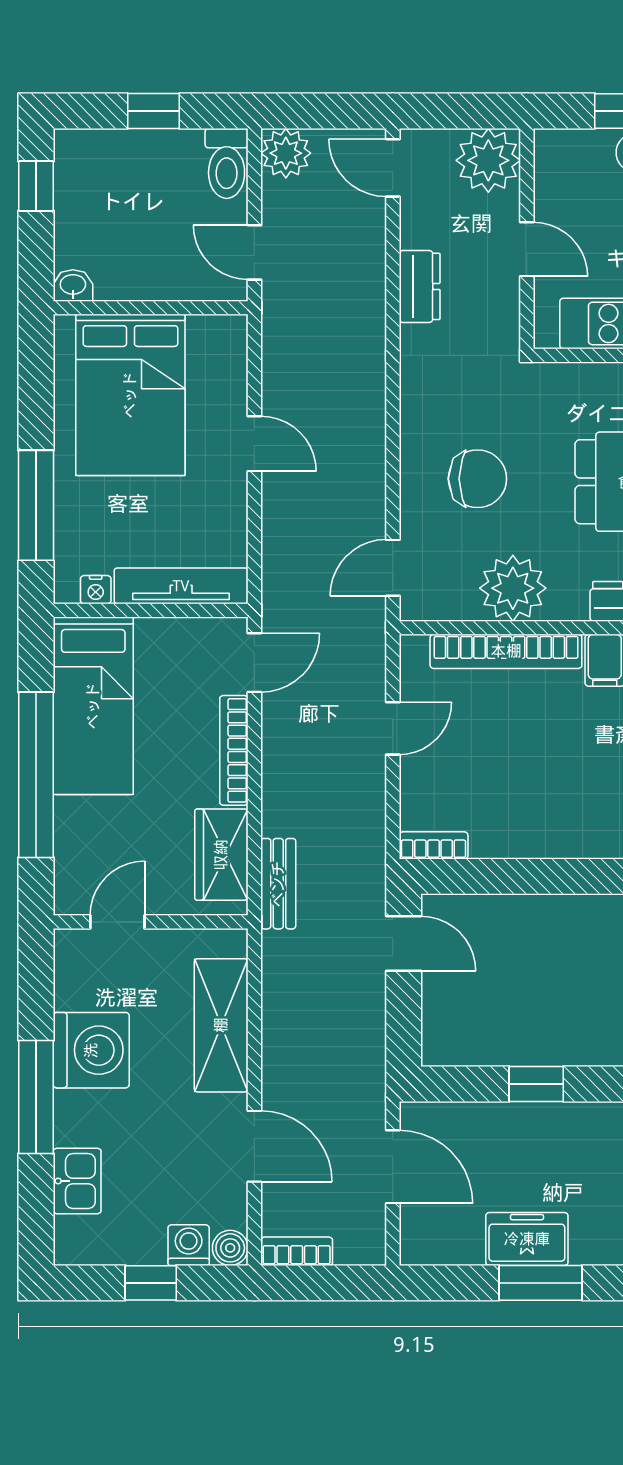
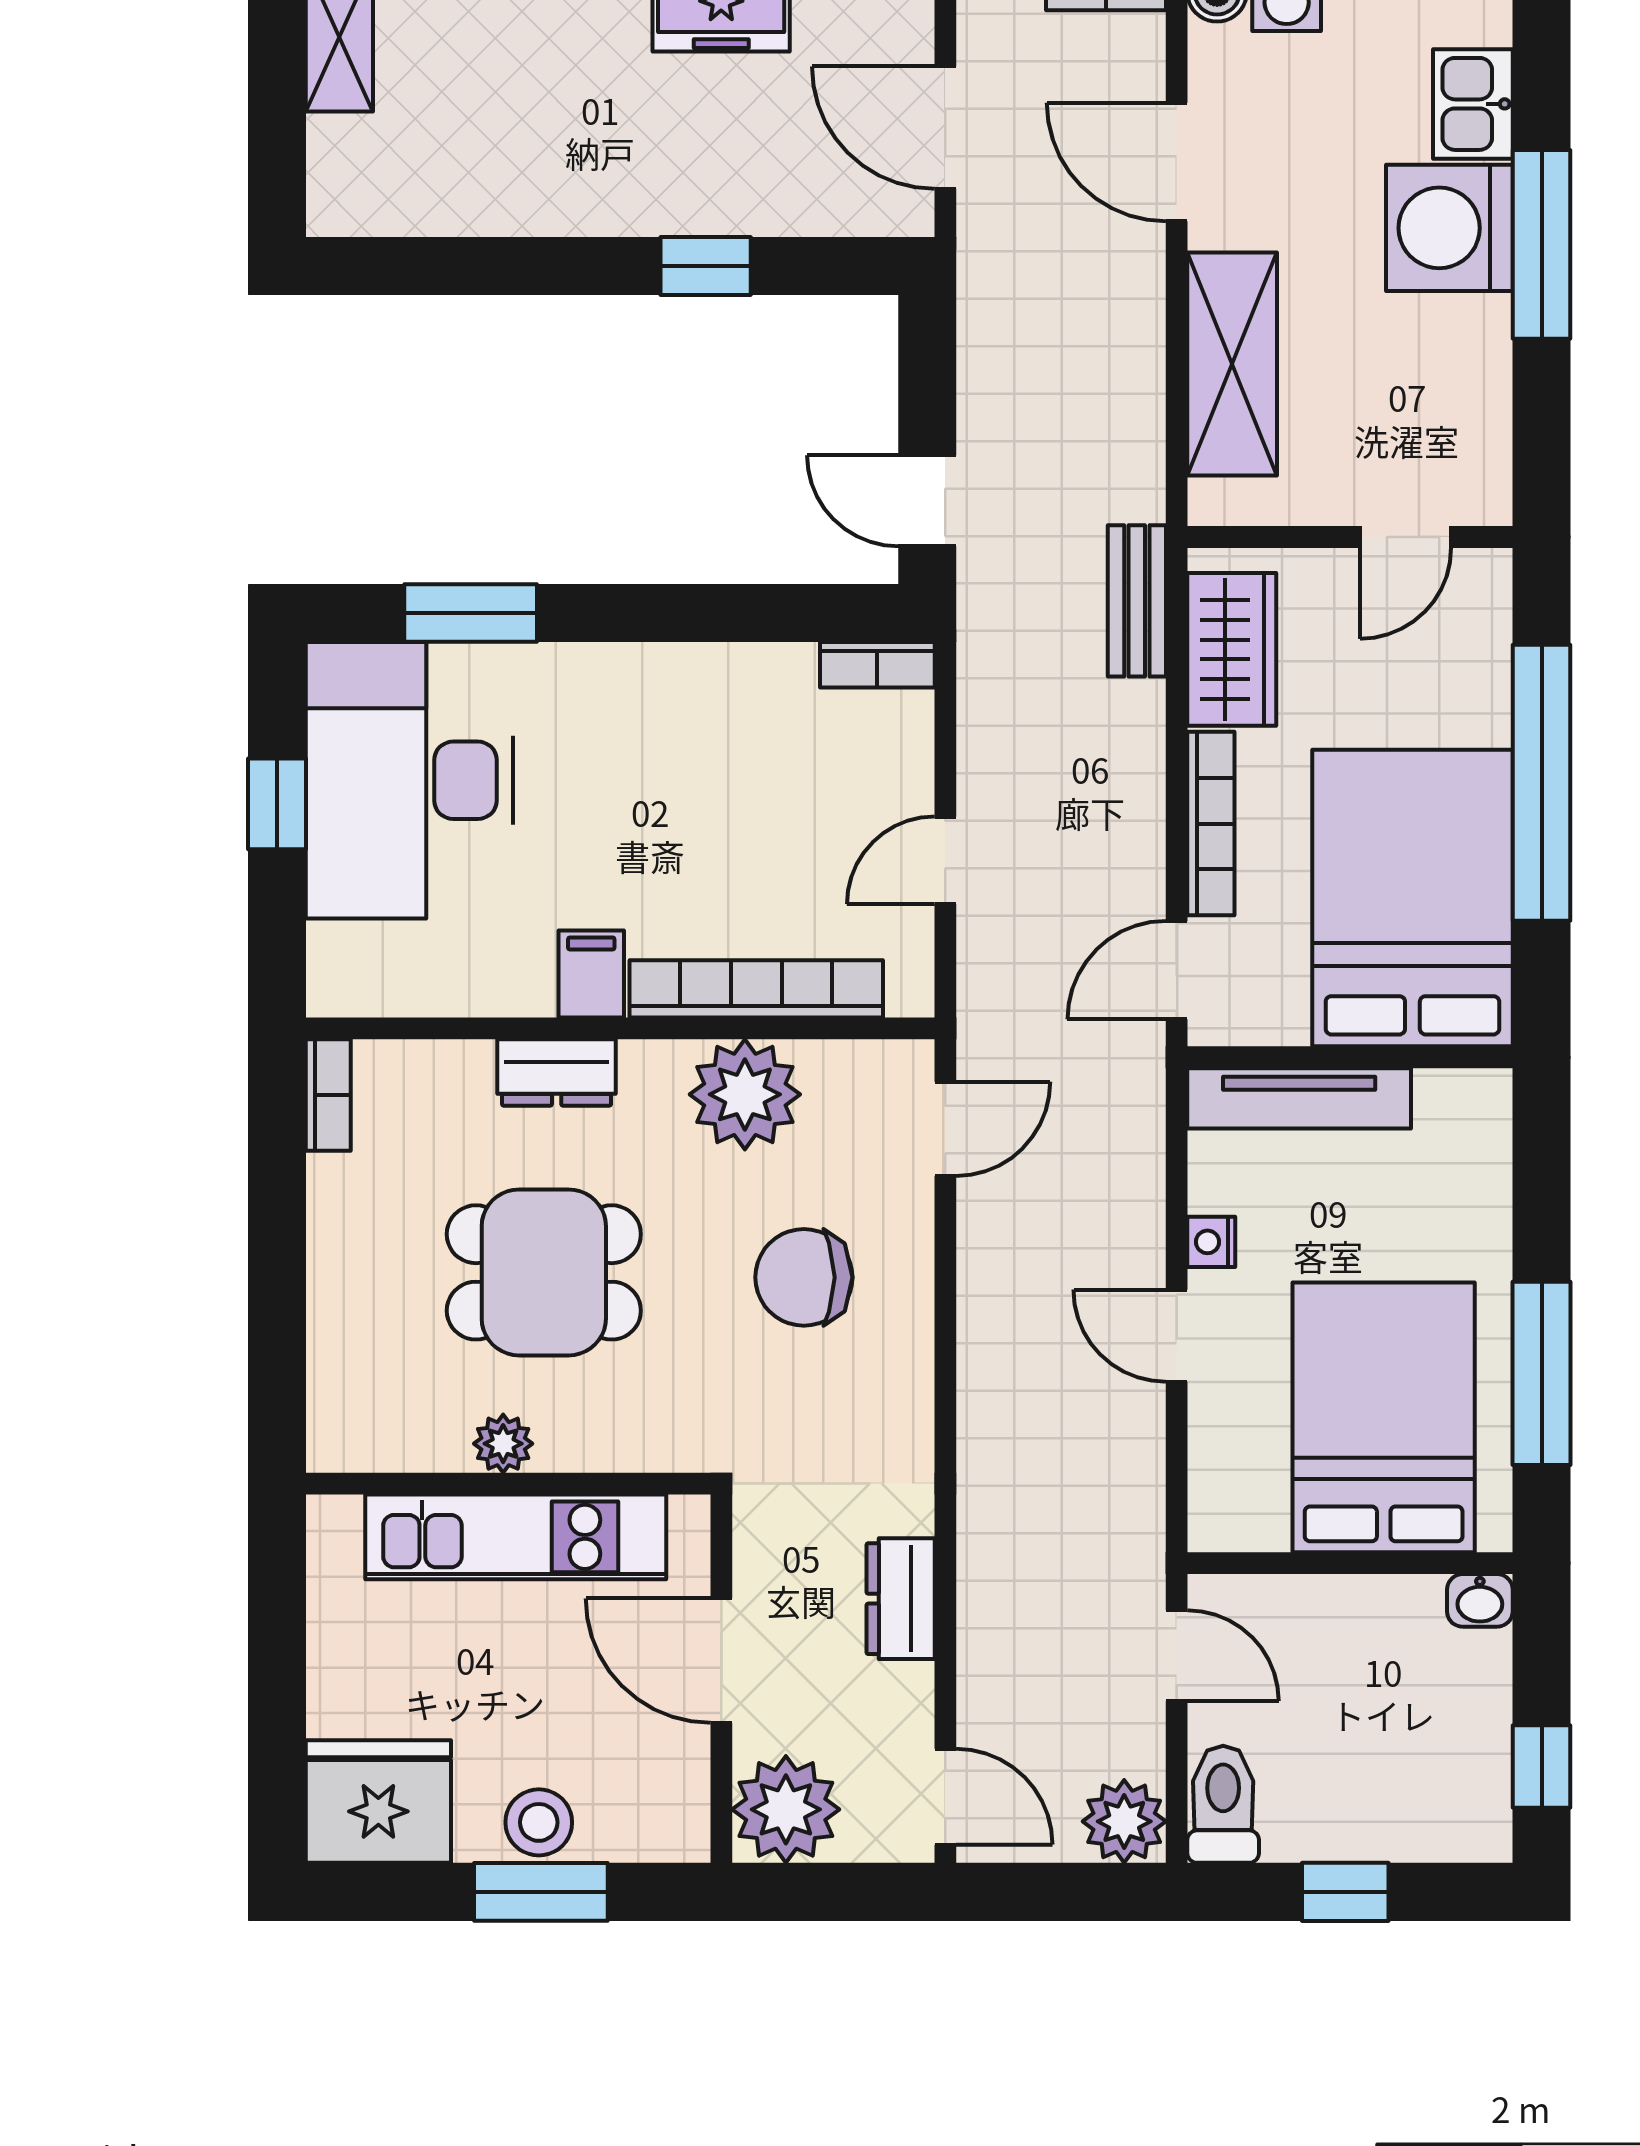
door: (527, 249) -> (721, 1661), width x1.38
window: (36, 505) -> (1542, 1373), moved
nightstand: (96, 590) -> (1211, 1242), moved, turned -90
bed: (93, 706) -> (1412, 898), width x1.50
washing machine: (91, 1050) -> (1449, 228), moved

